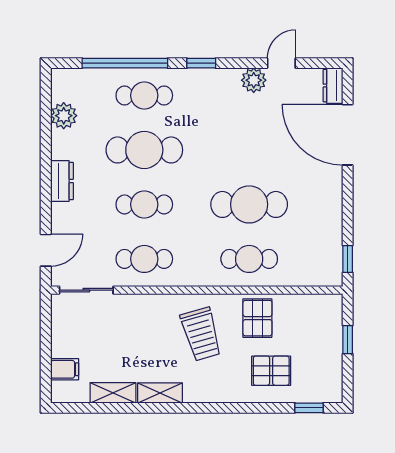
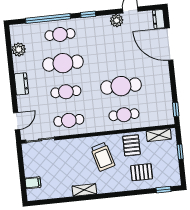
shelving: (113, 393) -> (159, 135), moved

